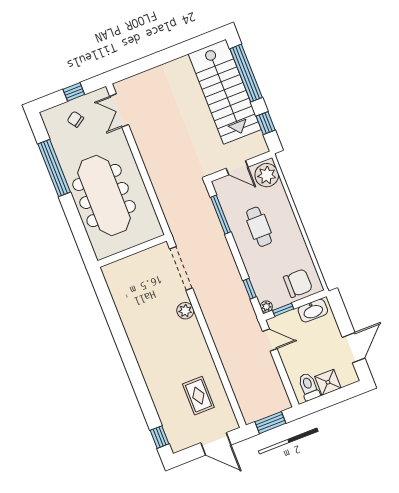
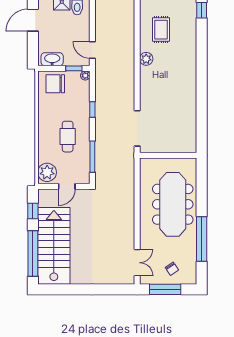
window: (74, 92) -> (165, 289), width x2.17
door: (237, 168) -> (67, 186), swing flipped
window: (250, 289) -> (92, 109), moved
plant: (185, 311) -> (146, 59), moved

